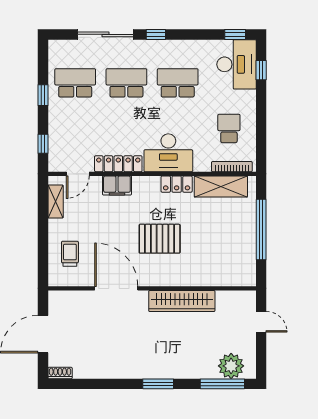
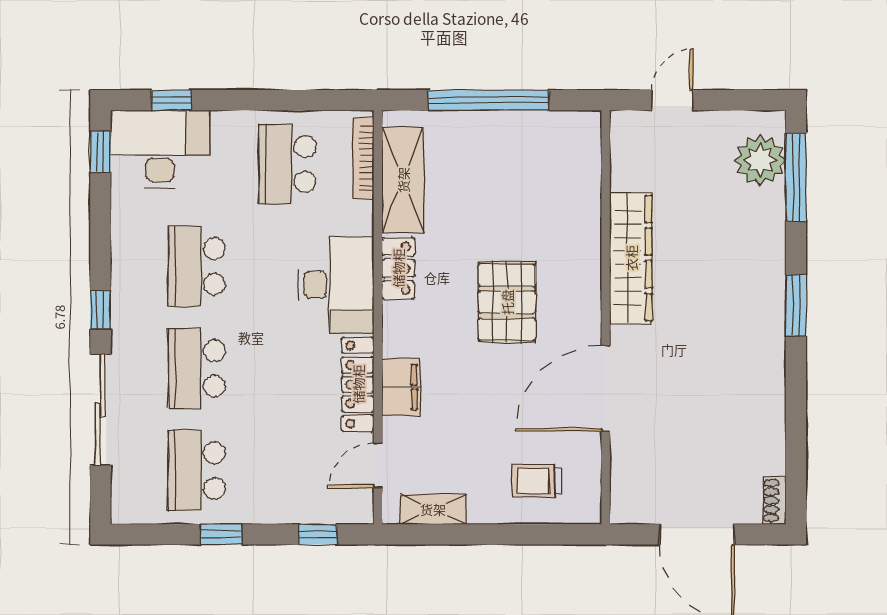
school desk: (229, 128) -> (287, 164), width x1.85
door: (78, 174) -> (378, 465), swing flipped

